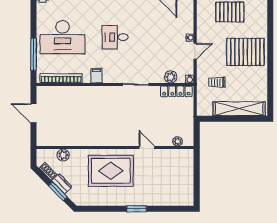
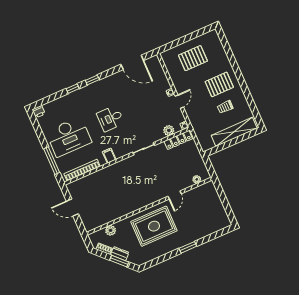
pallet: (245, 52) -> (219, 84), width x0.73, depth x0.71
trolley: (217, 82) -> (225, 107), moved
door: (147, 148) -> (175, 195), swing flipped

